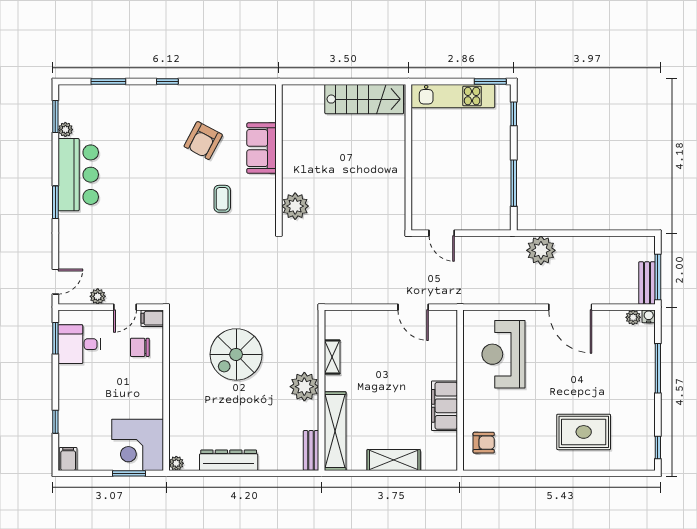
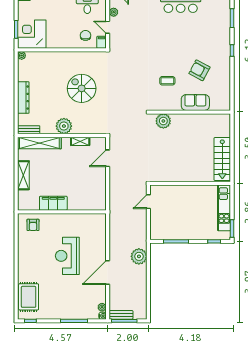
door: (413, 307) -> (108, 158), moved
reception desk: (503, 354) -> (67, 256), moved, turned -90
rug: (584, 432) -> (29, 297), moved
dresser: (229, 460) -> (23, 98), moved

